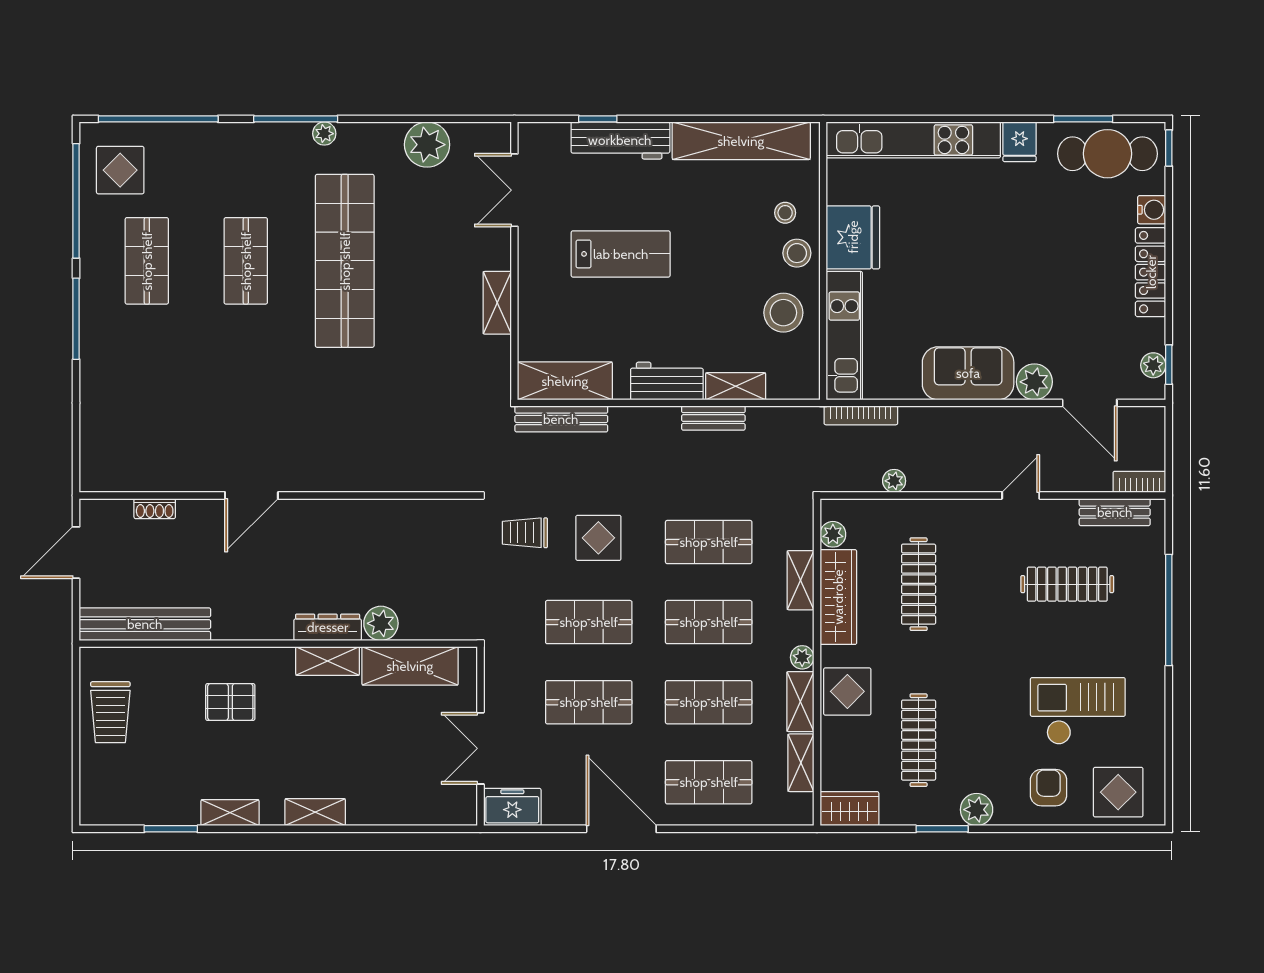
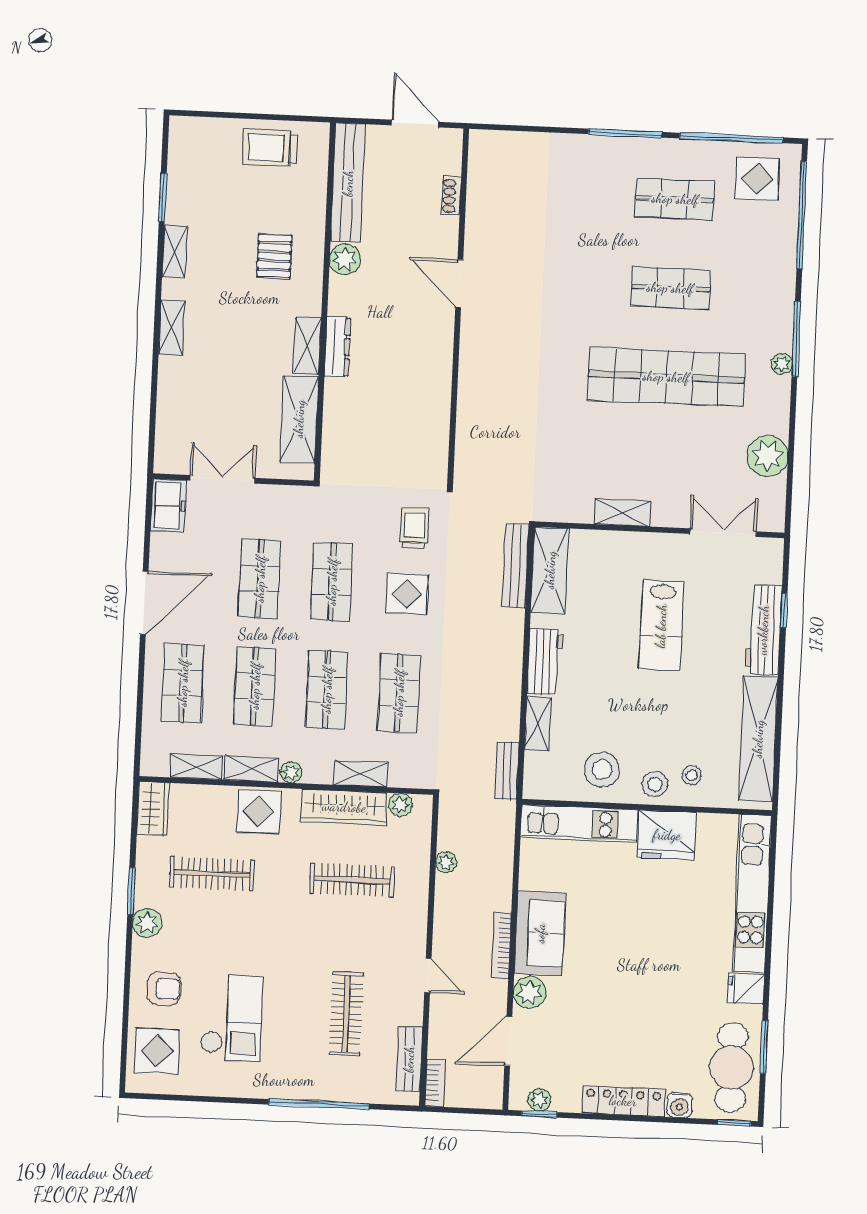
bookcase: (861, 415) -> (501, 945), moved
bench: (713, 418) -> (507, 771), moved
plant: (381, 623) -> (345, 259), moved

